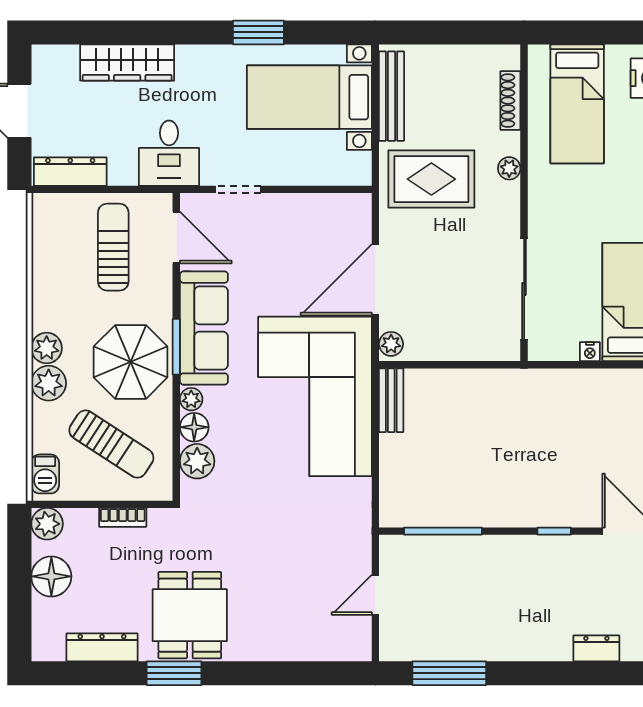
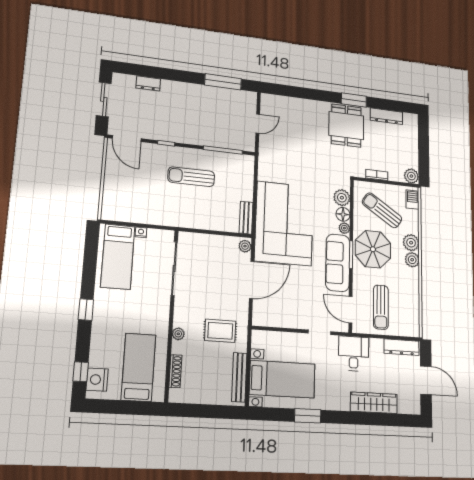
rug: (431, 179) -> (220, 331), width x0.73, depth x0.70
sun lounger: (502, 470) -> (191, 177), added
floor lamp: (51, 576) -> (409, 152), removed

